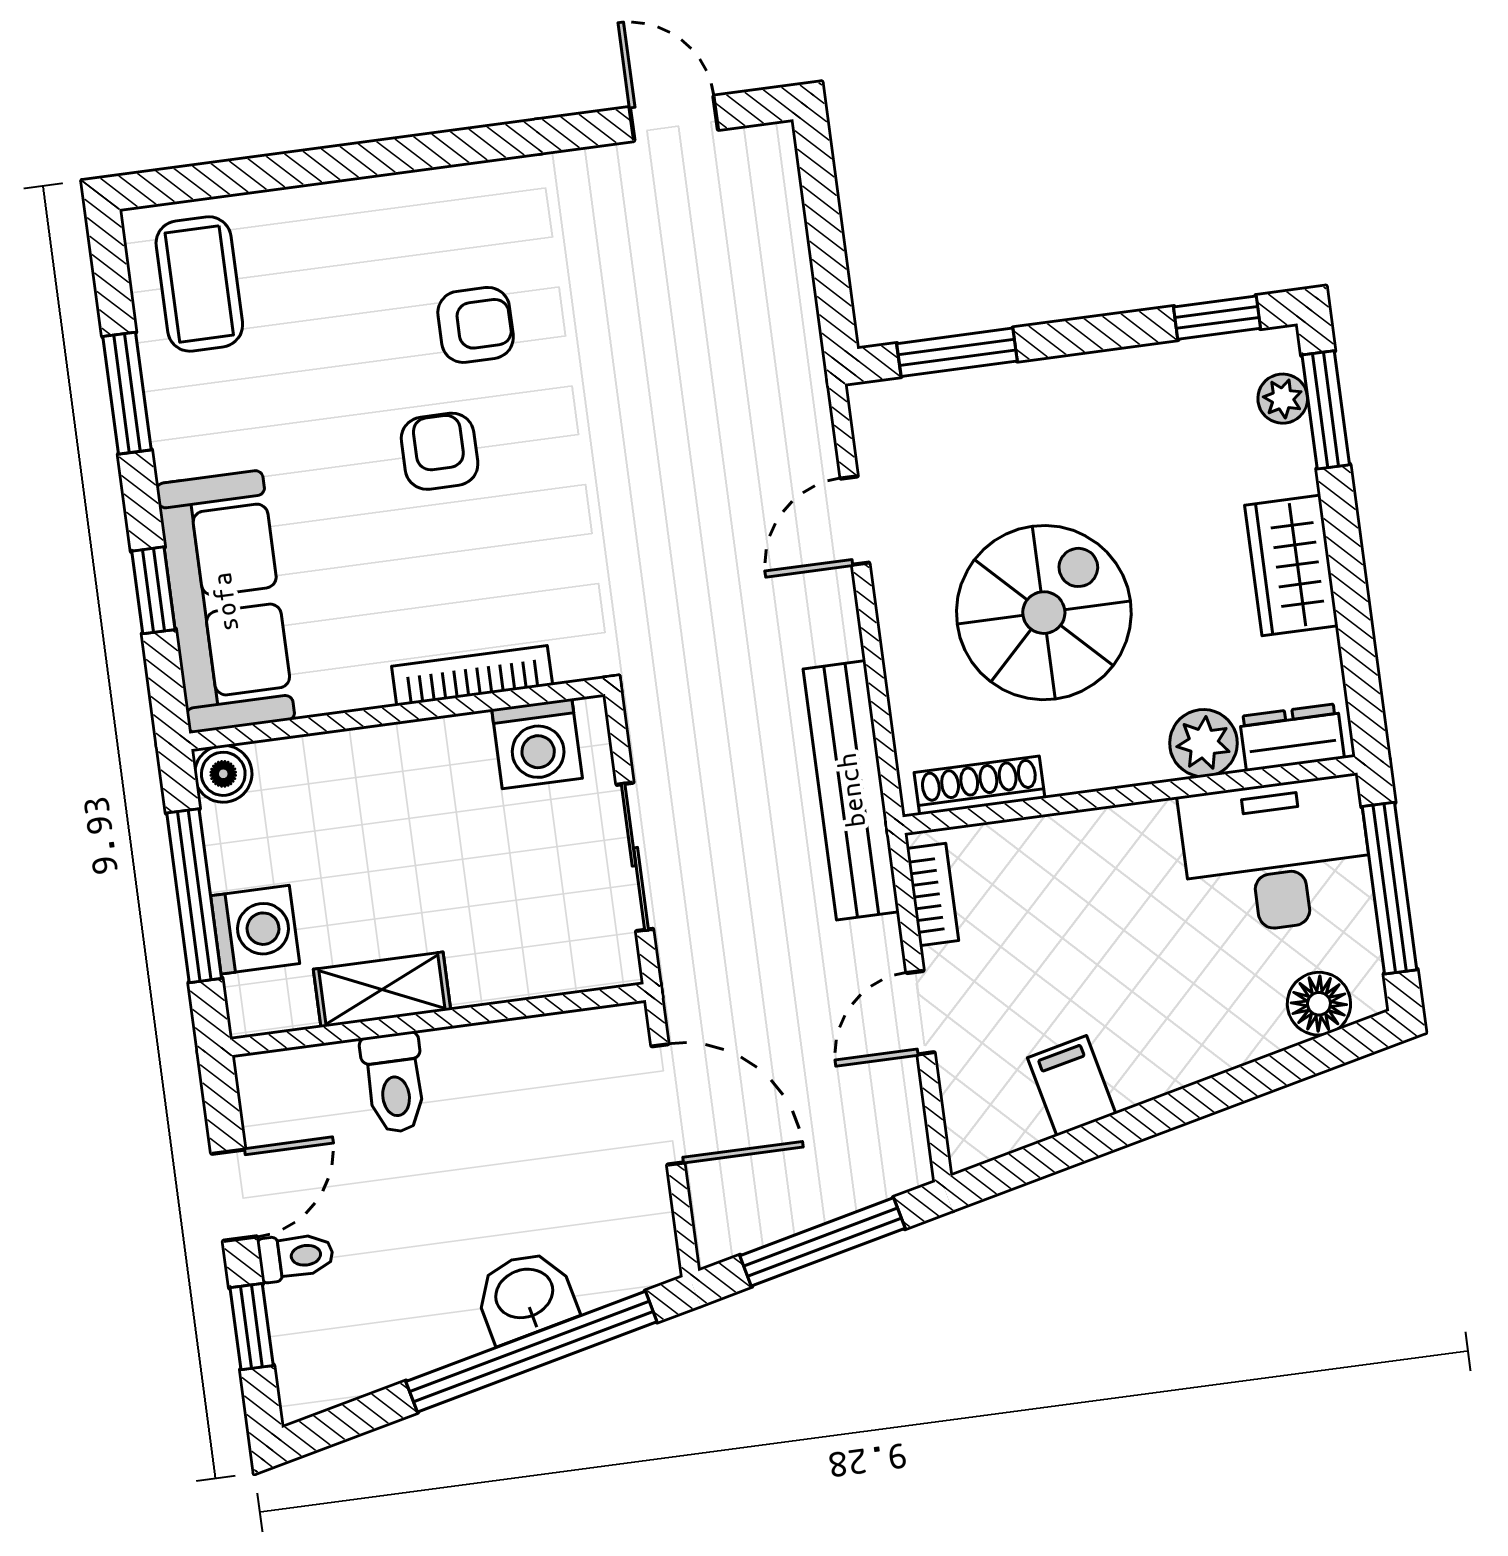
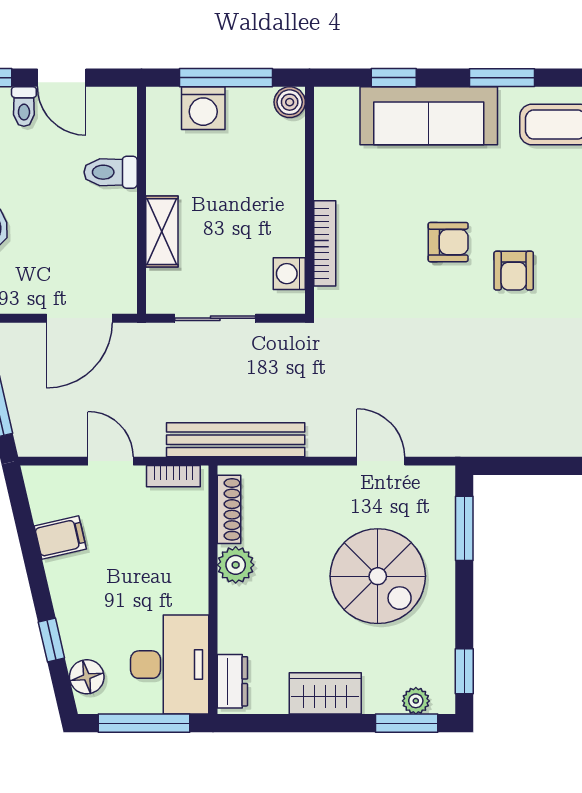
sofa: (225, 602) -> (429, 116), moved
spiral stairs: (1044, 613) -> (378, 576), moved
plant: (1203, 743) -> (236, 565), moved
washing machine: (537, 744) -> (289, 274), width x0.73, depth x0.73
shelving: (382, 990) -> (162, 232), moved
window: (1260, 1077) -> (51, 640), added

